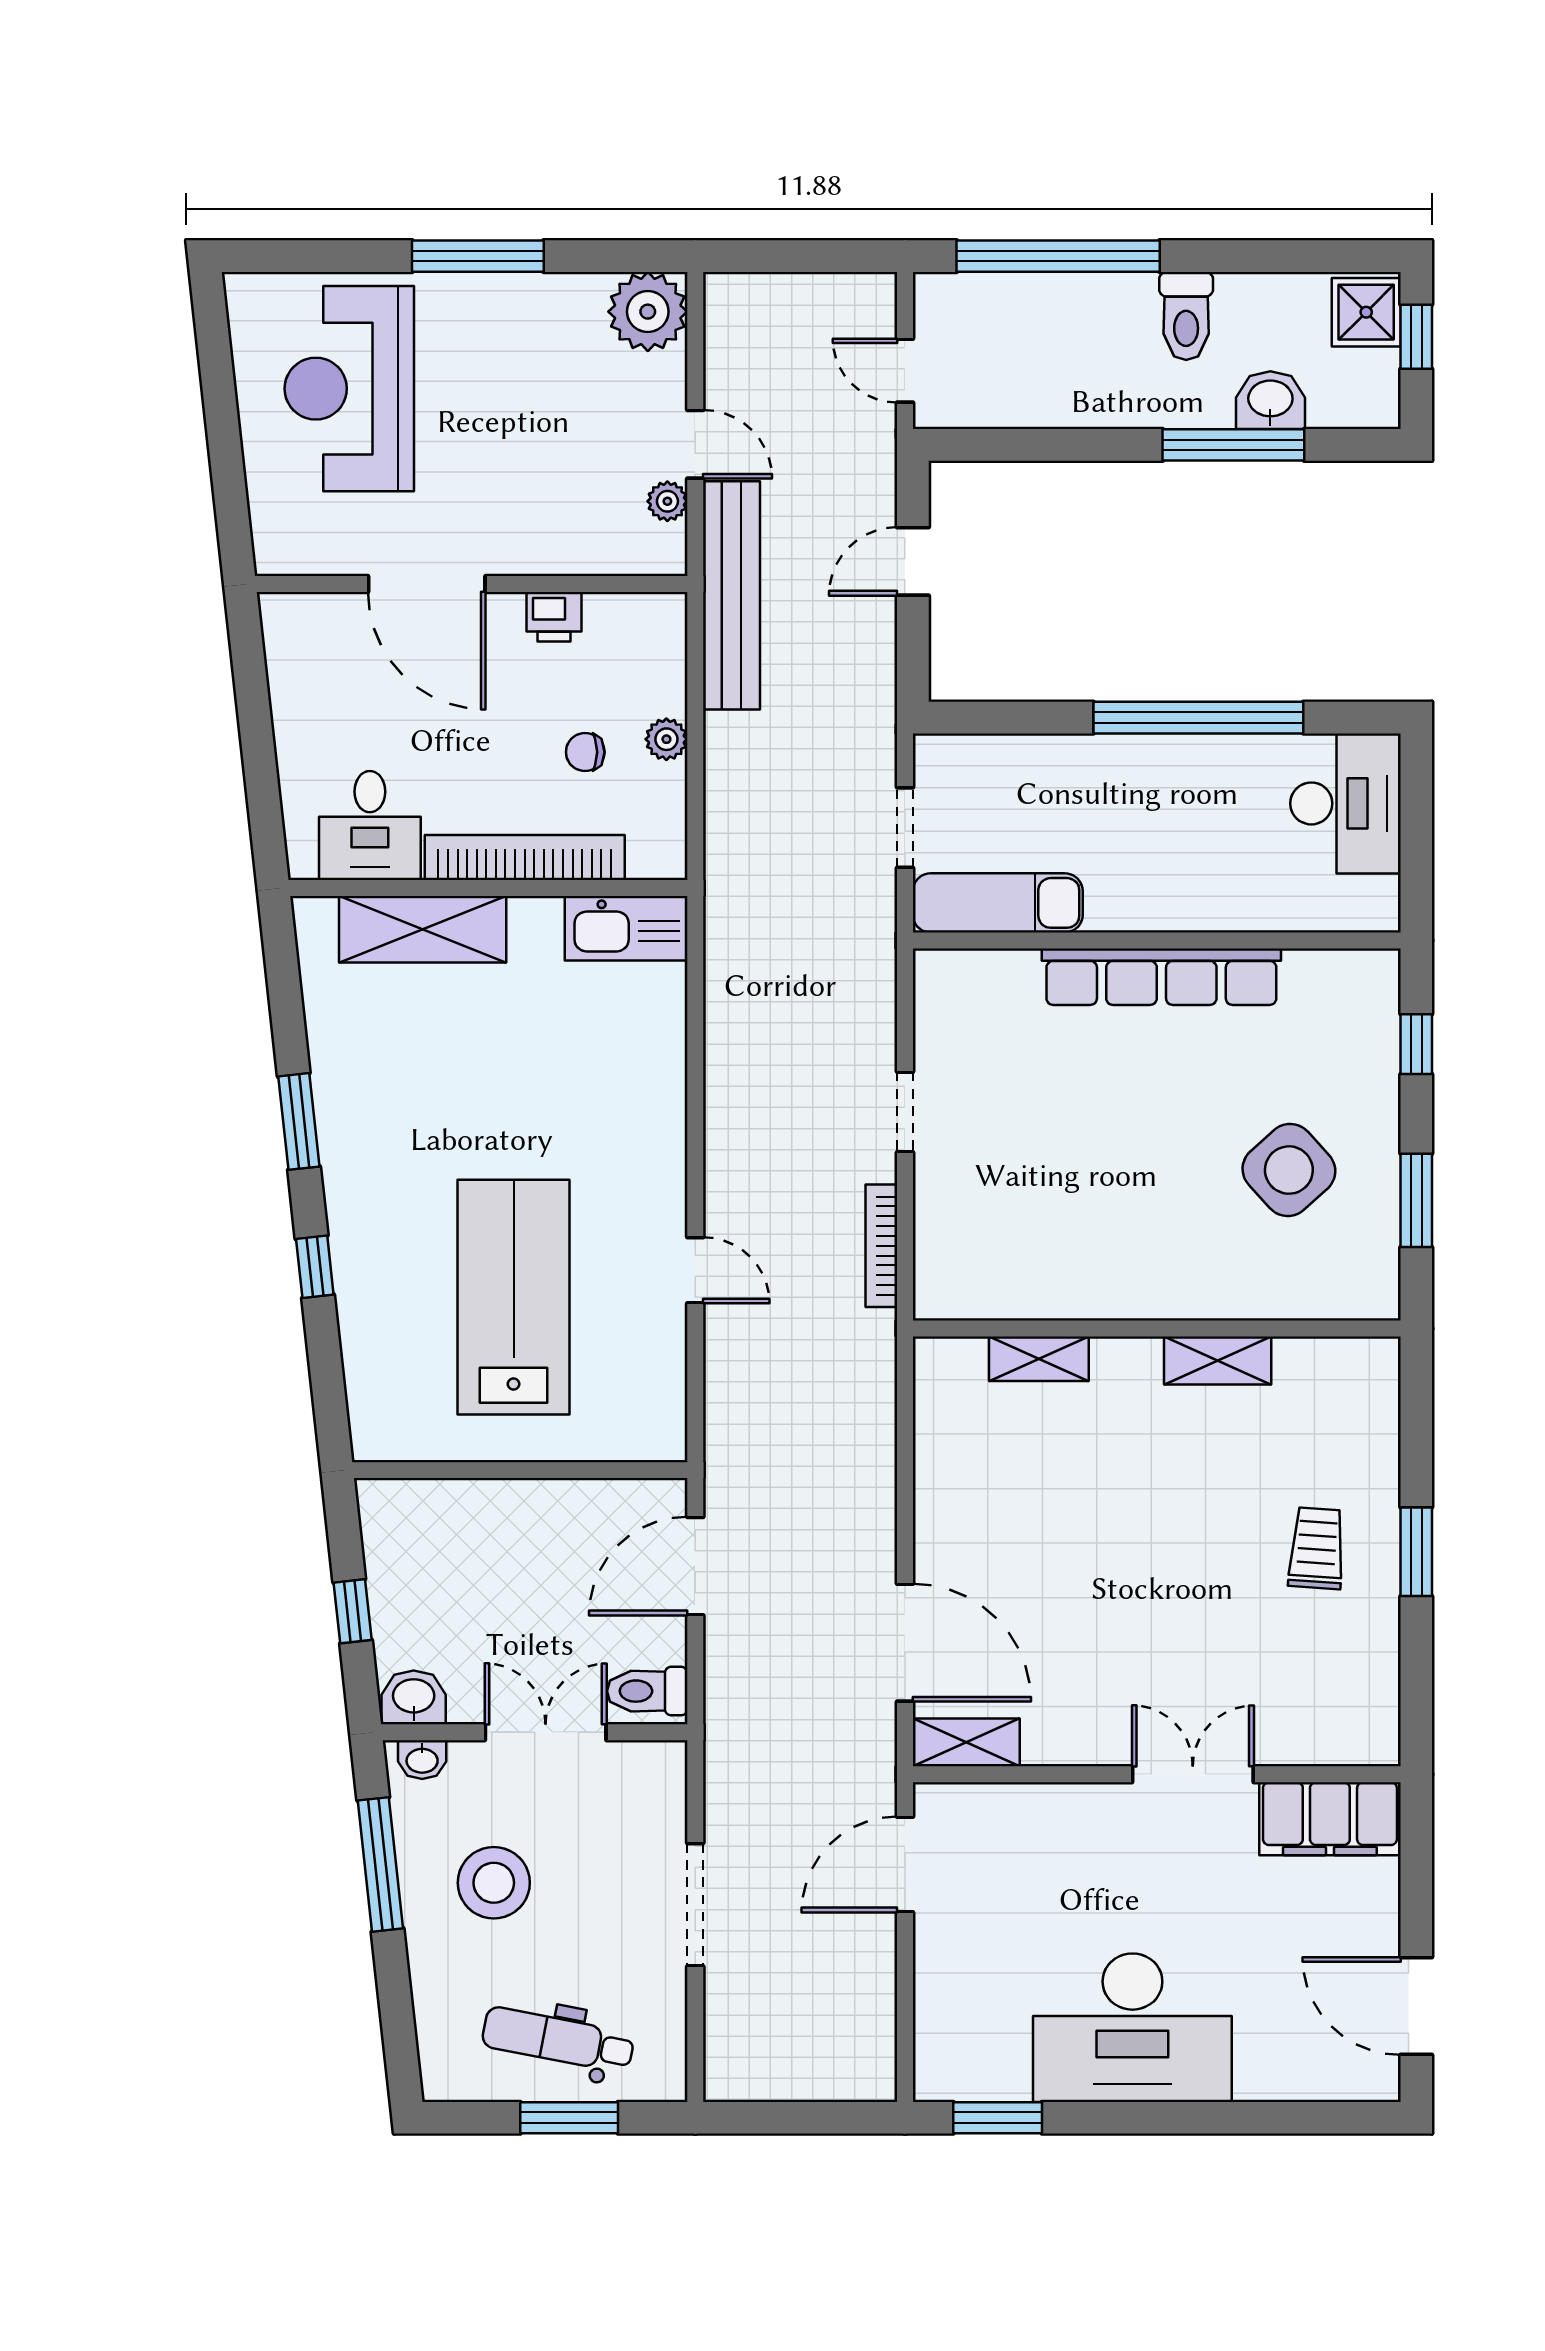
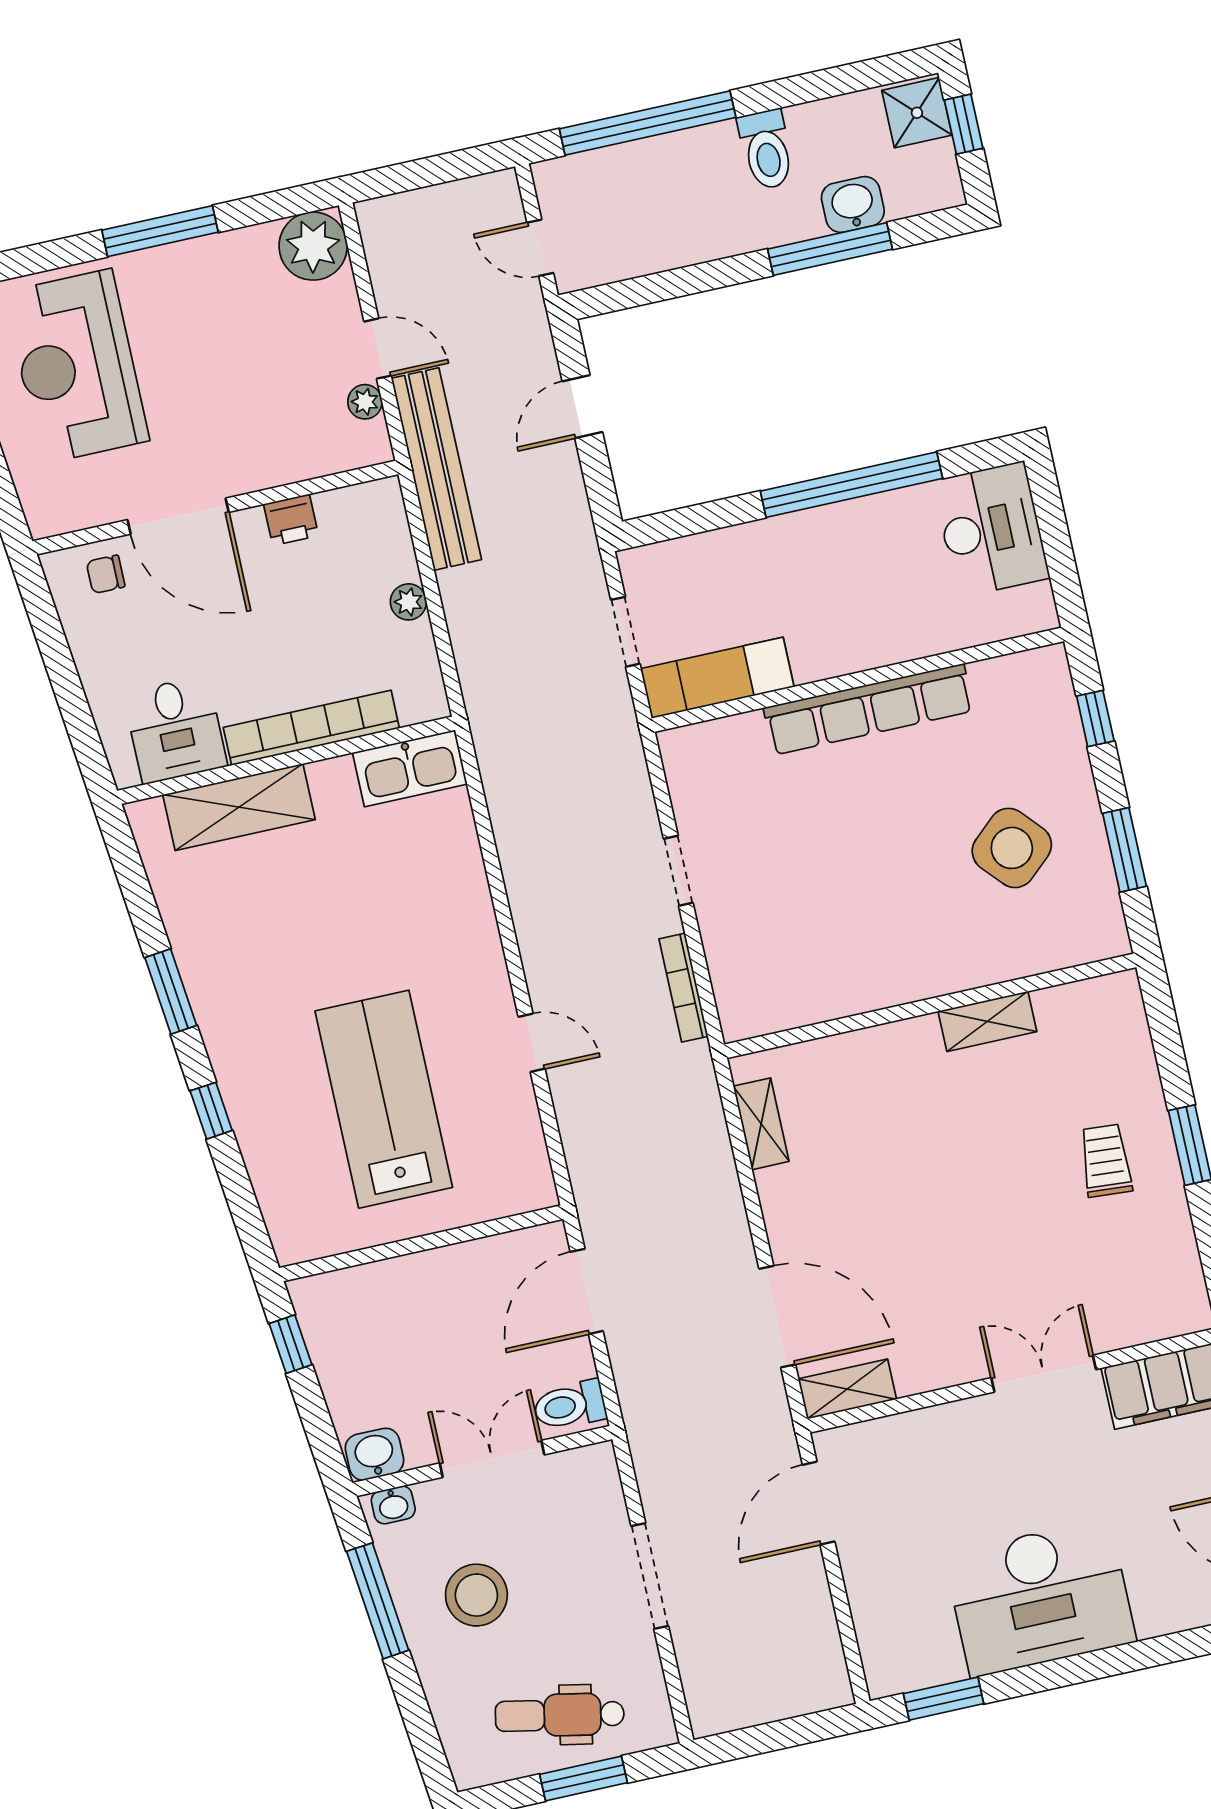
chair: (585, 752) -> (106, 574), moved
shelving: (1039, 1359) -> (761, 1124), moved, turned 90
window: (353, 1611) -> (291, 1344), moved

